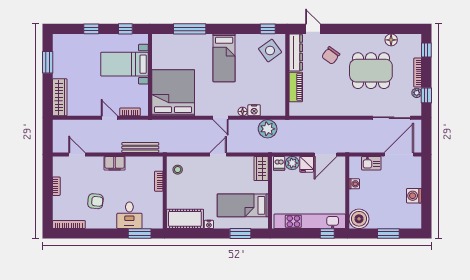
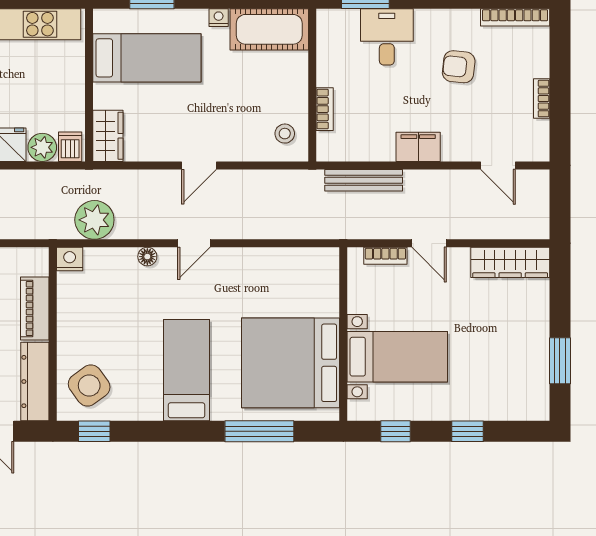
bed: (173, 93) -> (291, 363), moved, turned 90
wardrobe: (60, 97) -> (510, 262), moved, turned -90
nightstand: (254, 110) -> (70, 259), moved
door: (221, 118) -> (194, 243), swing flipped

